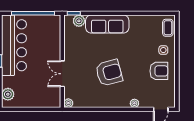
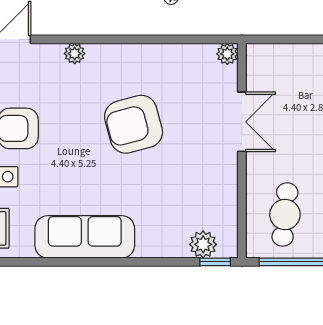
sofa: (107, 24) -> (85, 237), moved
cafe table: (44, 34) -> (285, 214), added

